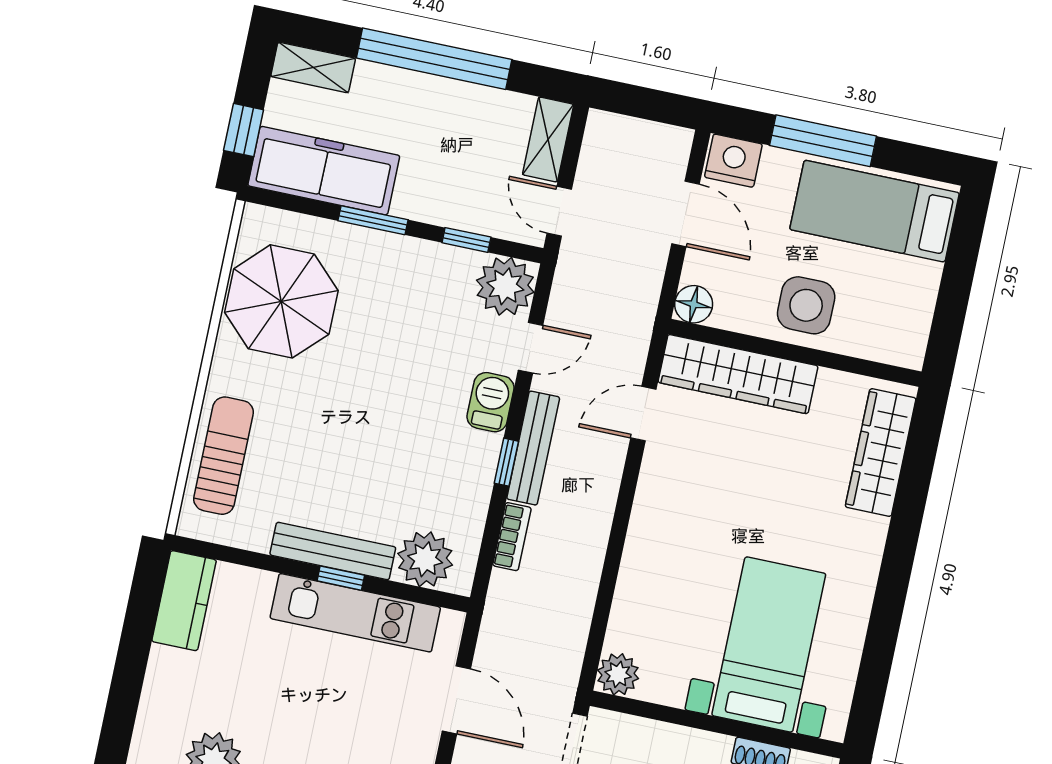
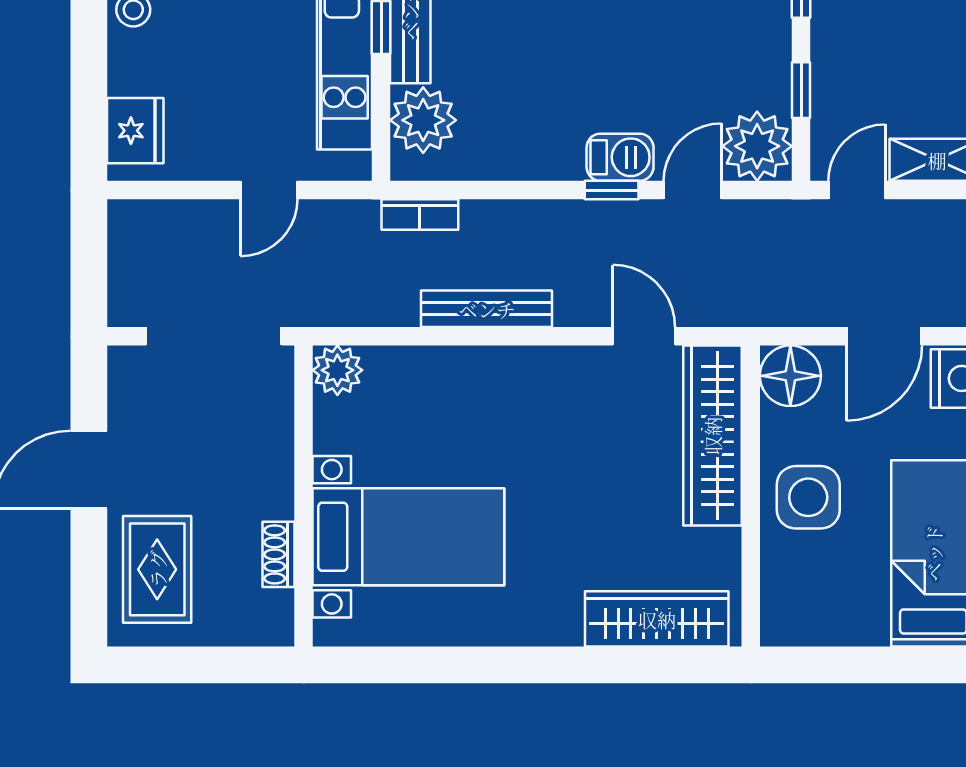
floor lamp: (694, 304) -> (790, 376), width x1.38, depth x1.38
door: (531, 348) -> (693, 190), swing flipped
bench: (533, 448) -> (487, 309), moved
window: (506, 462) -> (612, 190), moved
bookcase: (512, 537) -> (420, 215), moved
door: (456, 700) -> (269, 190), width x0.73

